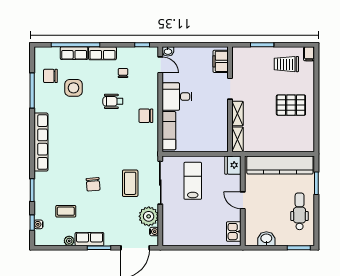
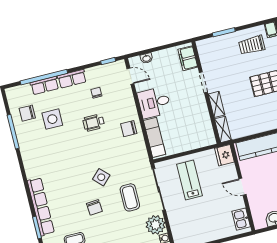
washbasin: (168, 51) -> (146, 58), moved
row of seats: (41, 142) -> (41, 207), moved
side table: (107, 157) -> (101, 177), added

